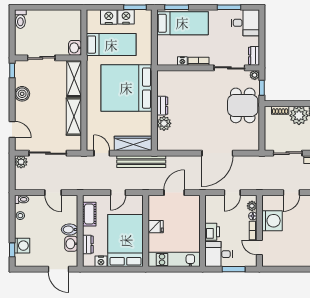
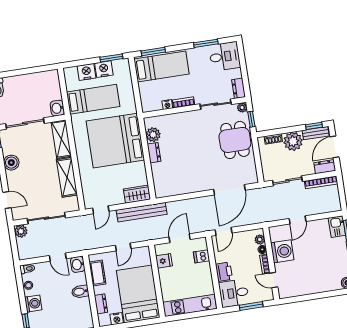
sliding door: (41, 58) -> (25, 124), width x1.37
plant: (164, 123) -> (153, 135), moved
wardrobe: (133, 143) -> (137, 194), width x0.67
door: (102, 153) -> (101, 210), swing flipped
door: (217, 153) -> (229, 190), moved
door: (232, 193) -> (223, 231), moved
dishwasher: (193, 213) -> (202, 256), added
fridge: (156, 227) -> (164, 261), moved
washbasin: (71, 244) -> (78, 264), moved
washing machine: (22, 246) -> (33, 304), moved

